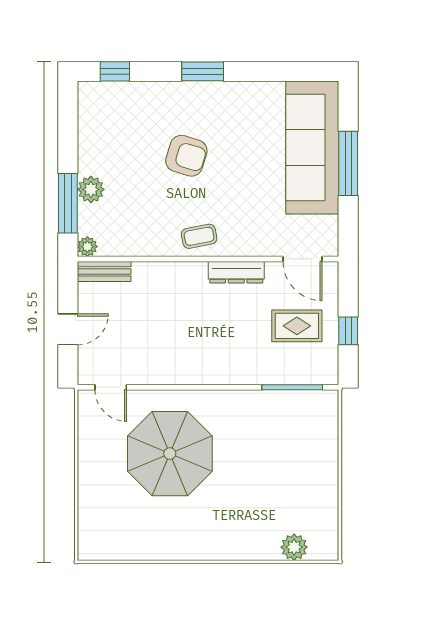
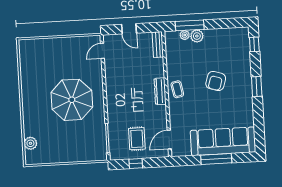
plant: (87, 247) -> (185, 35), moved
dresser: (236, 272) -> (160, 91), moved
parasol: (170, 454) -> (72, 100), moved

